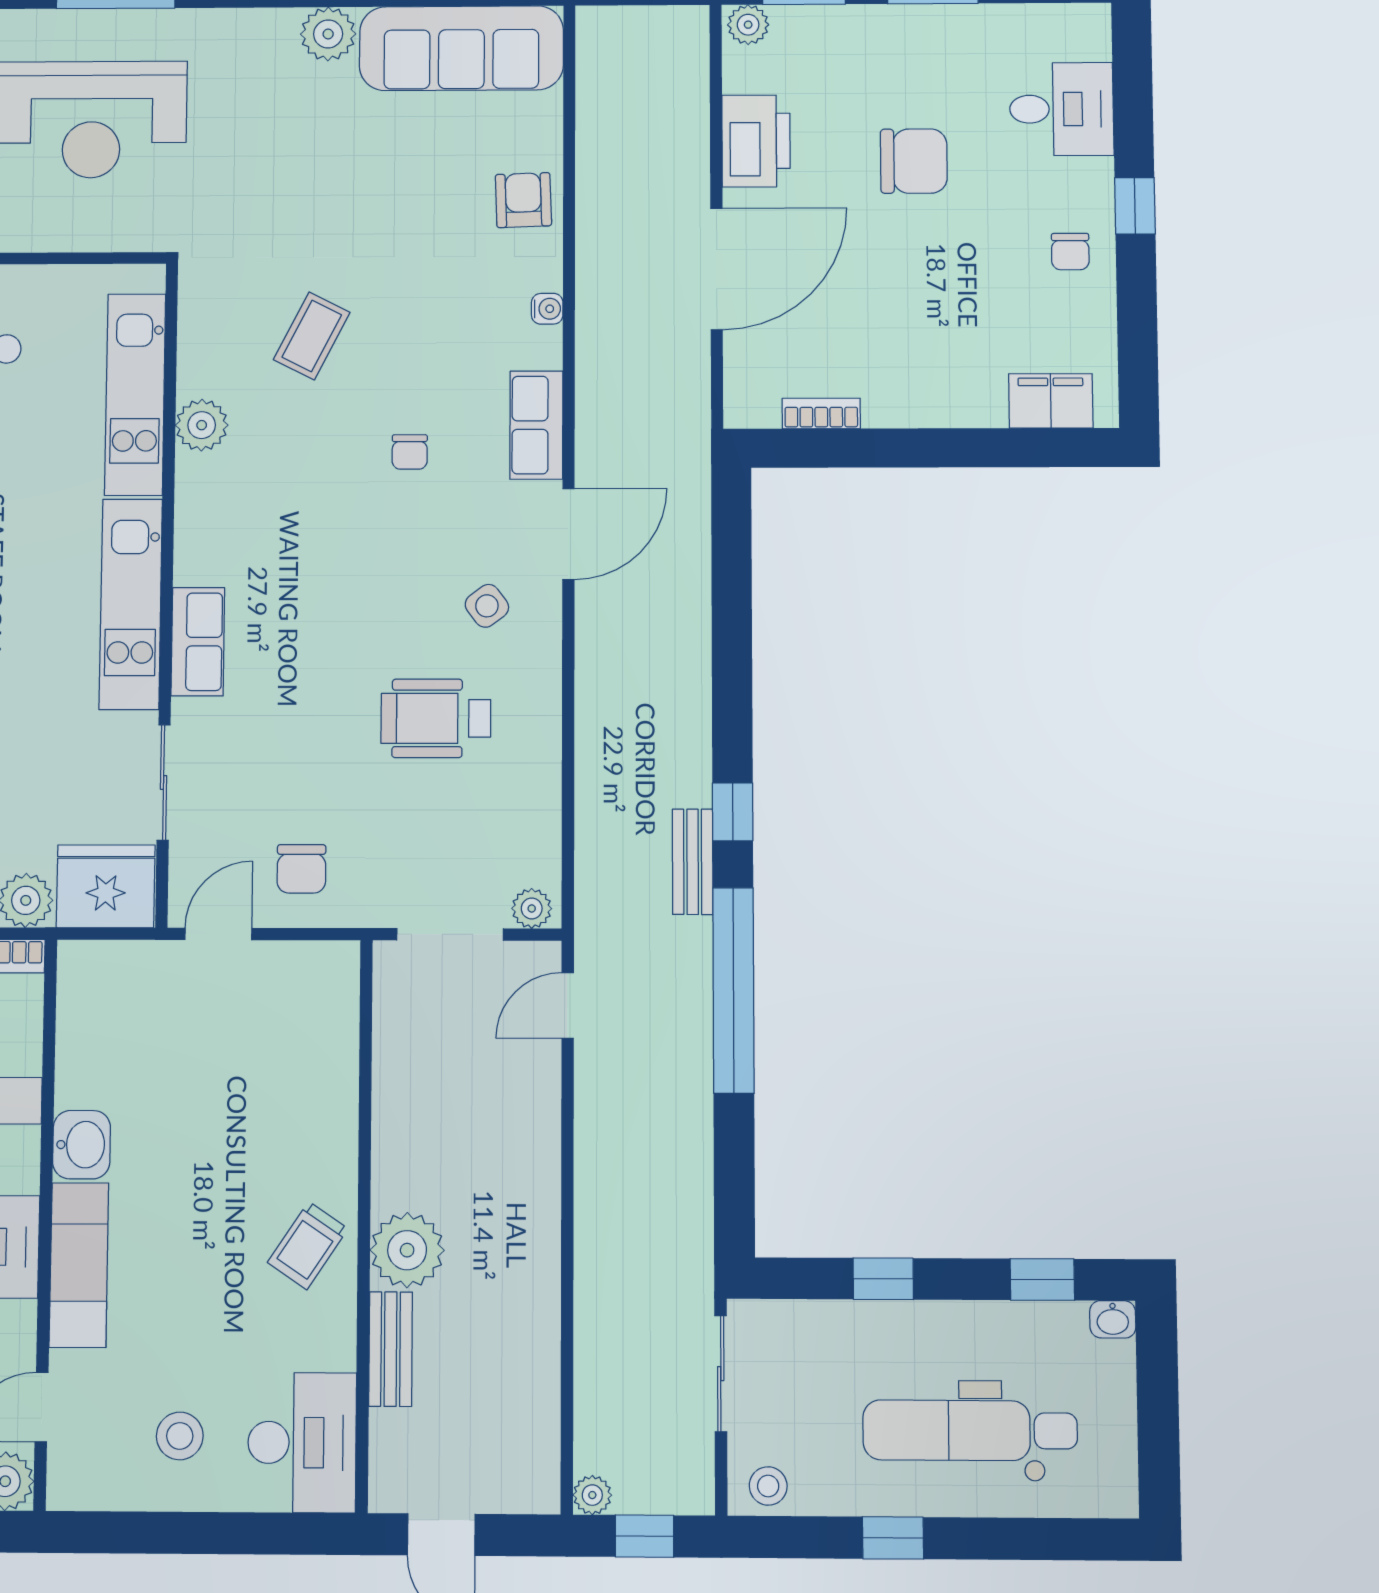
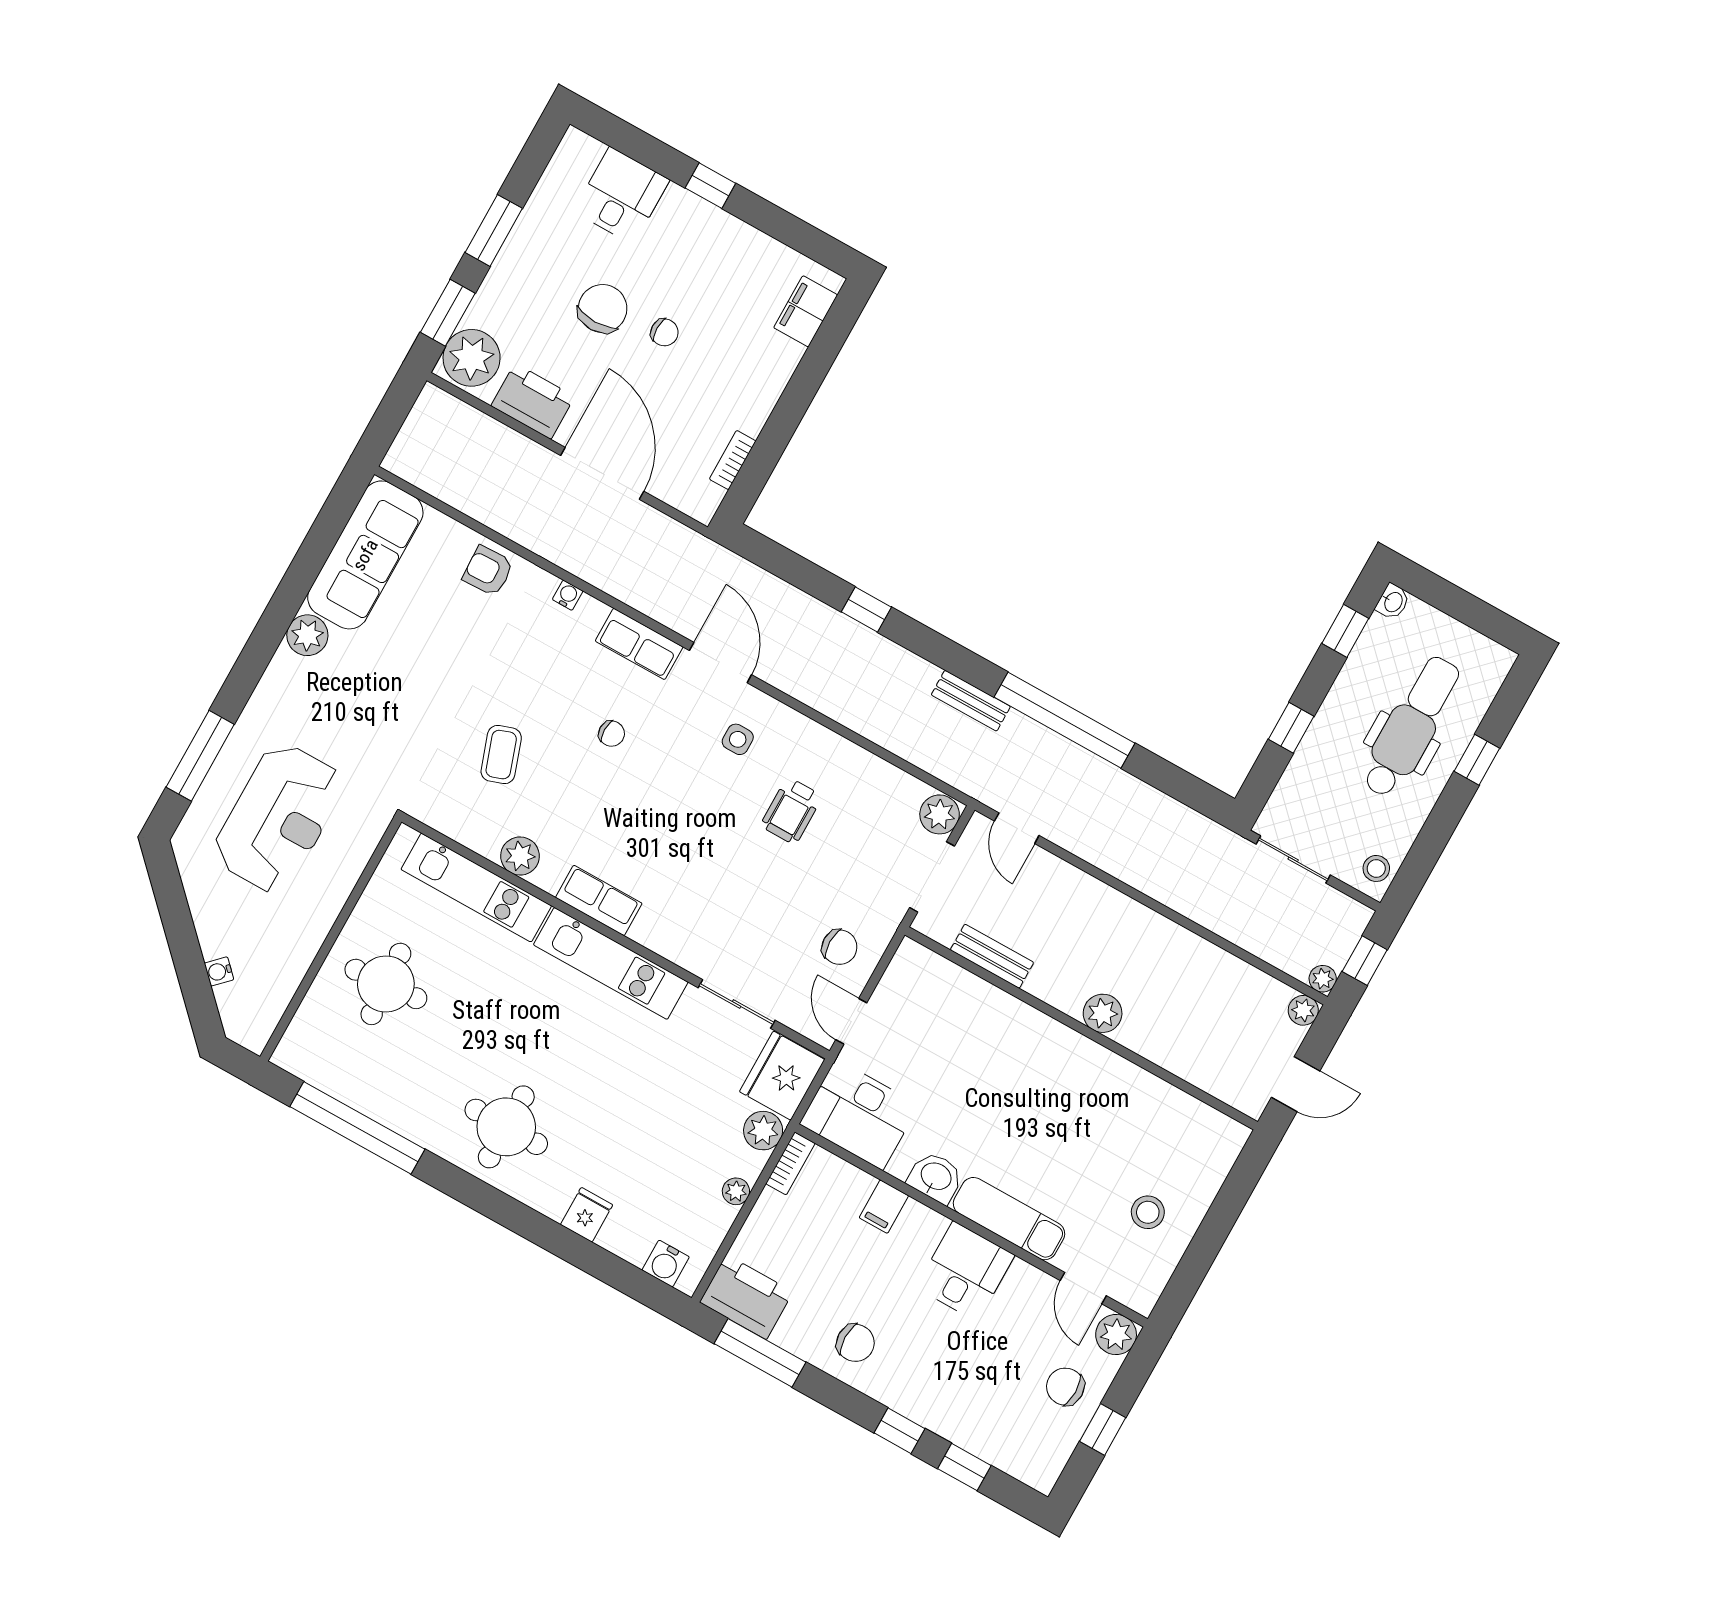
plant: (748, 25) -> (472, 358), width x1.88, depth x1.88
chair: (1070, 252) -> (664, 332), moved
coffee table: (312, 336) -> (501, 755), turned 44
side table: (487, 606) -> (738, 739), turned 37
row of seats: (198, 642) -> (599, 900), moved
wheelchair: (436, 718) -> (791, 811), width x0.73, depth x0.73
window: (733, 812) -> (866, 609), moved
plant: (532, 908) -> (940, 814), width x1.38, depth x1.38
trolley: (308, 1245) -> (1075, 1070), removed
plant: (407, 1250) -> (1103, 1013), width x0.73, depth x0.73
bench: (391, 1349) -> (992, 956), moved
dental chair: (970, 1430) -> (1411, 727), turned 180
desk: (302, 1443) -> (859, 1115), moved, turned 180
plant: (539, 1493) -> (1303, 1010), added
window: (893, 1538) -> (1477, 760), moved

